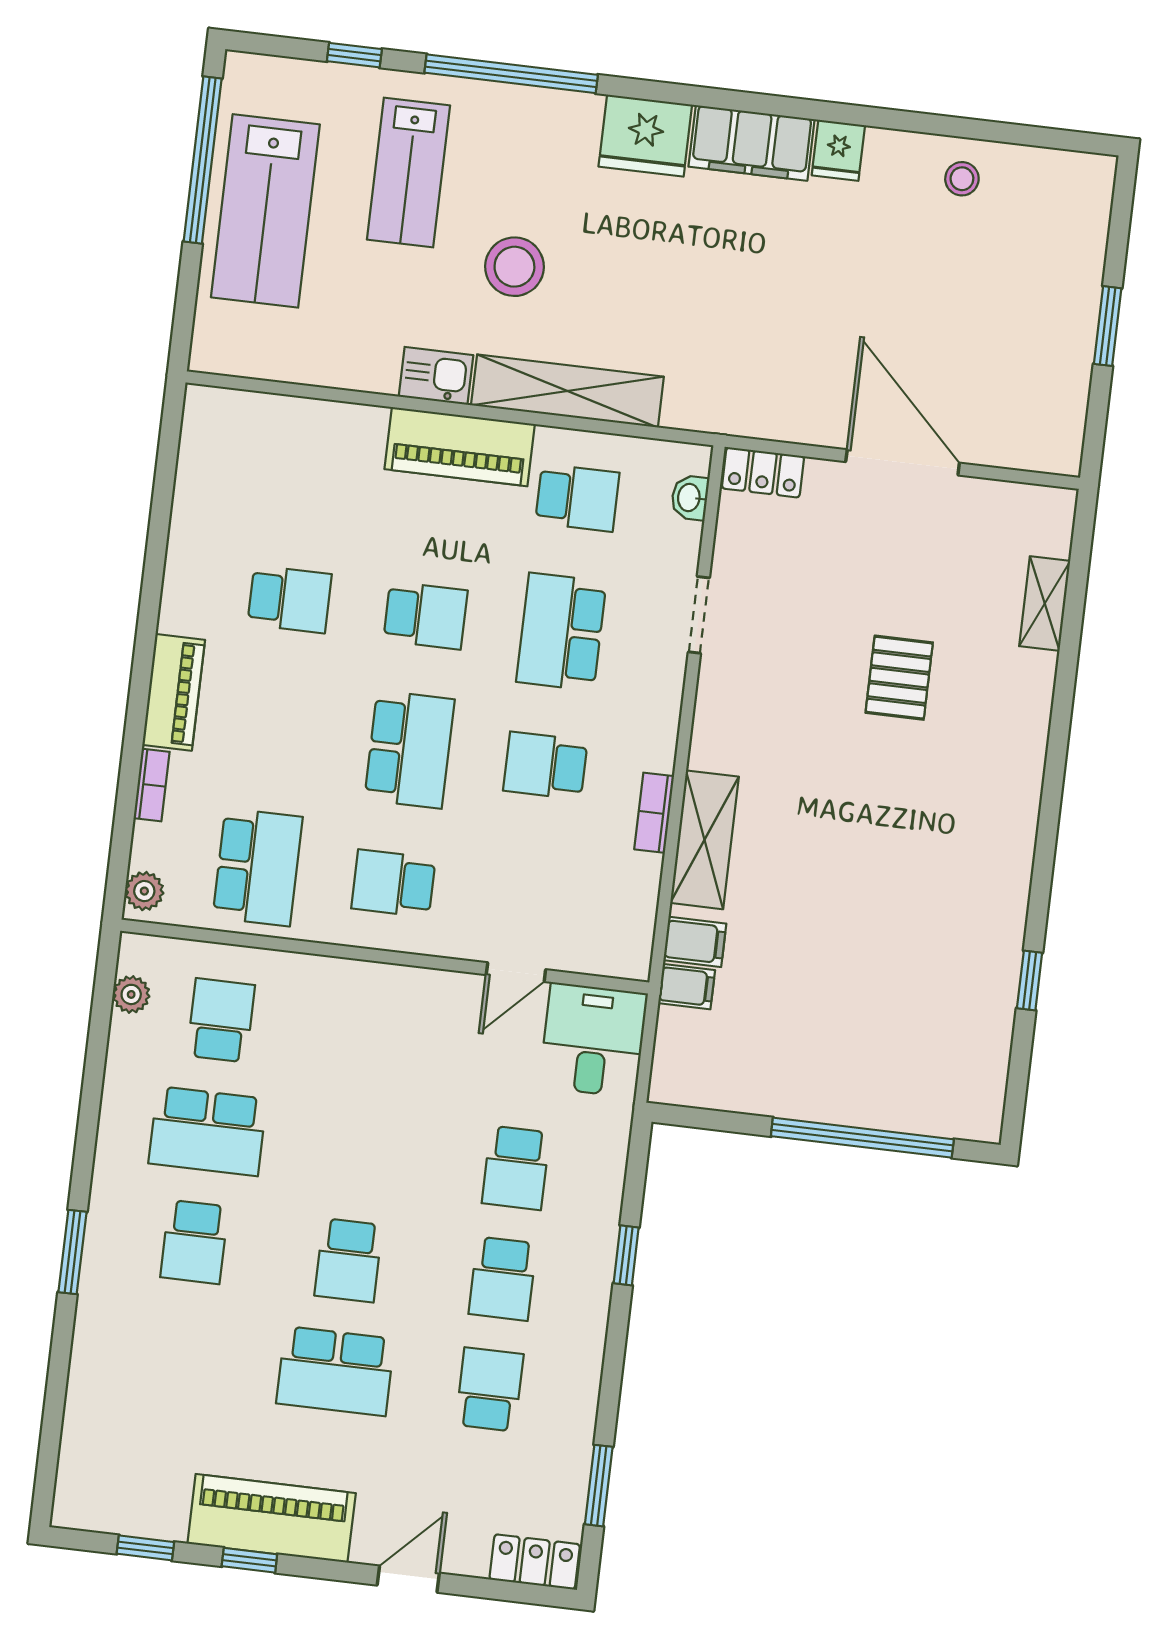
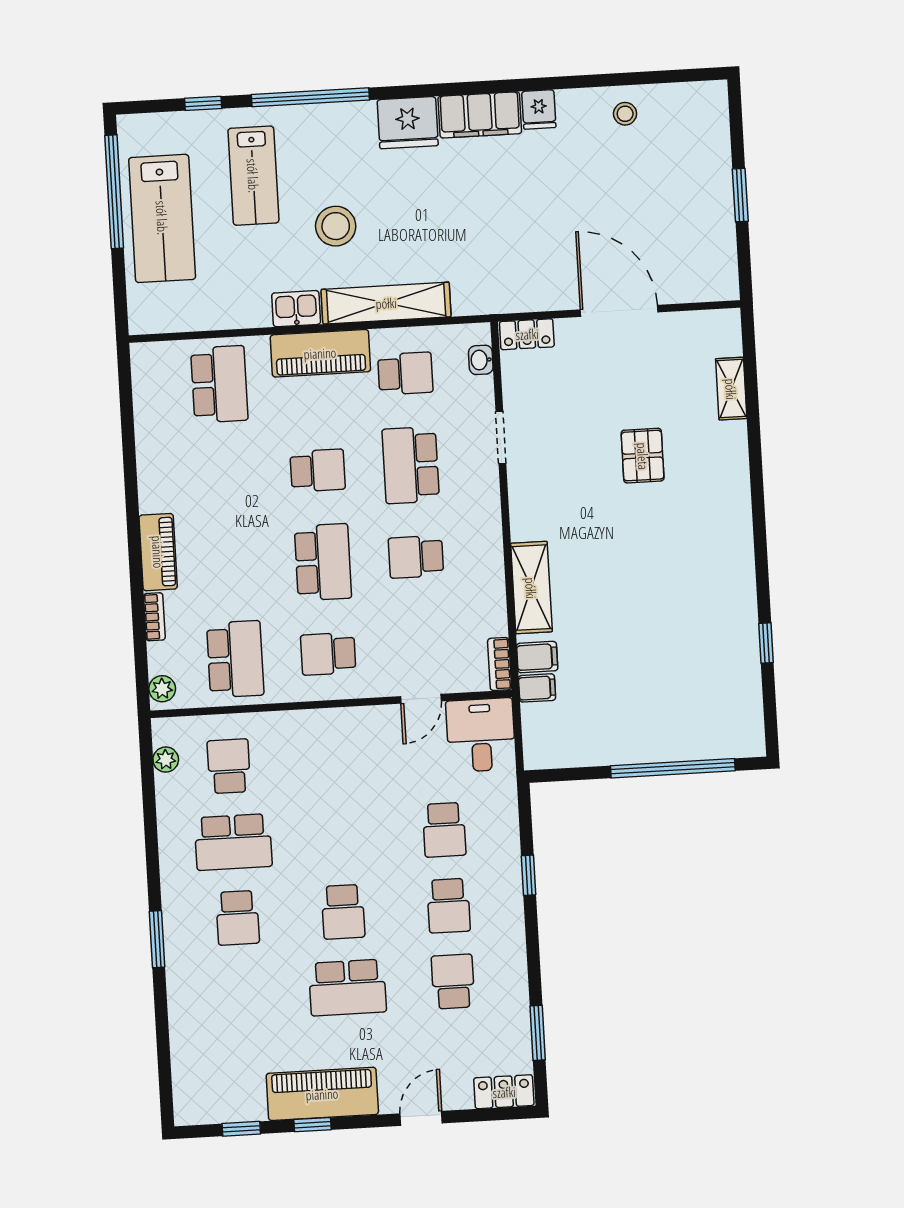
school desk: (290, 599) -> (219, 384), moved, width x1.85
bookcase: (654, 813) -> (500, 664), moved

